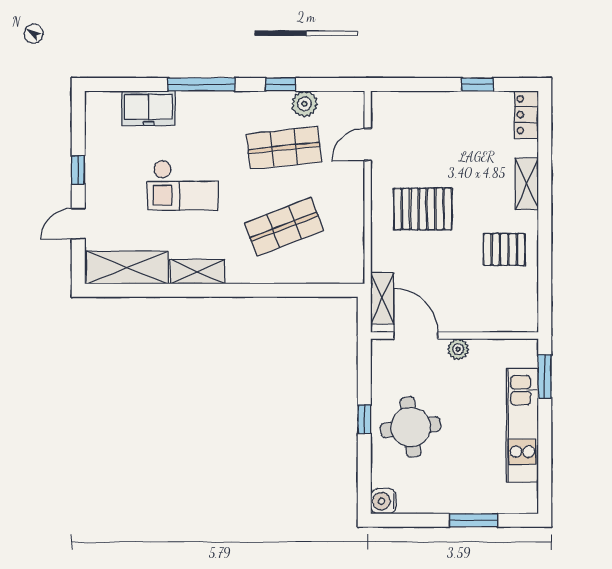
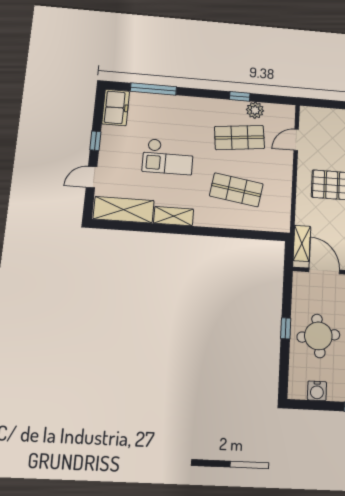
window: (201, 84) -> (153, 89), moved
freezer: (148, 108) -> (116, 107), moved, turned -90
shop shelf: (284, 227) -> (236, 190), turned 30
water cooler: (383, 501) -> (317, 391), moved, turned -90

